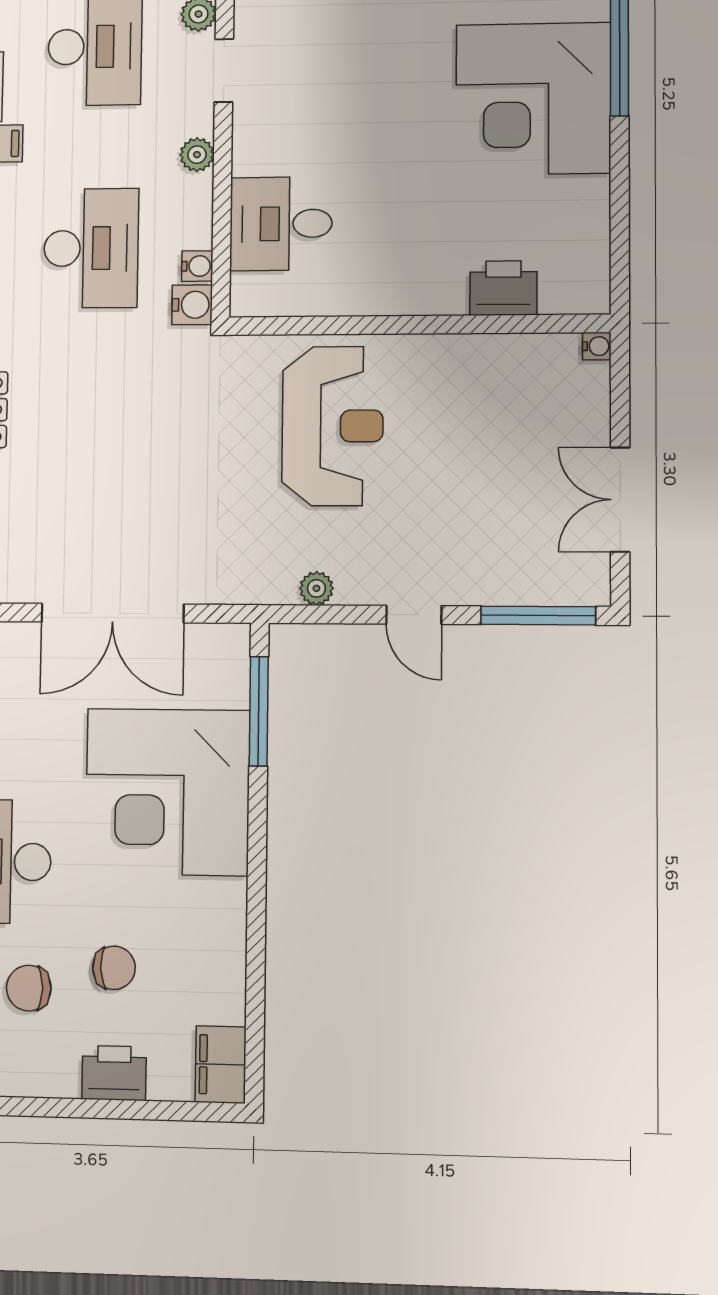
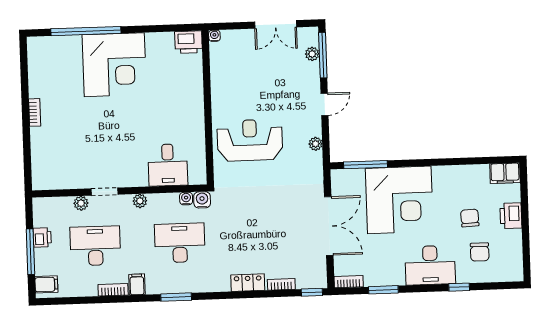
printer: (503, 288) -> (189, 42), moved, turned -90
plant: (542, 589) -> (312, 54), added

